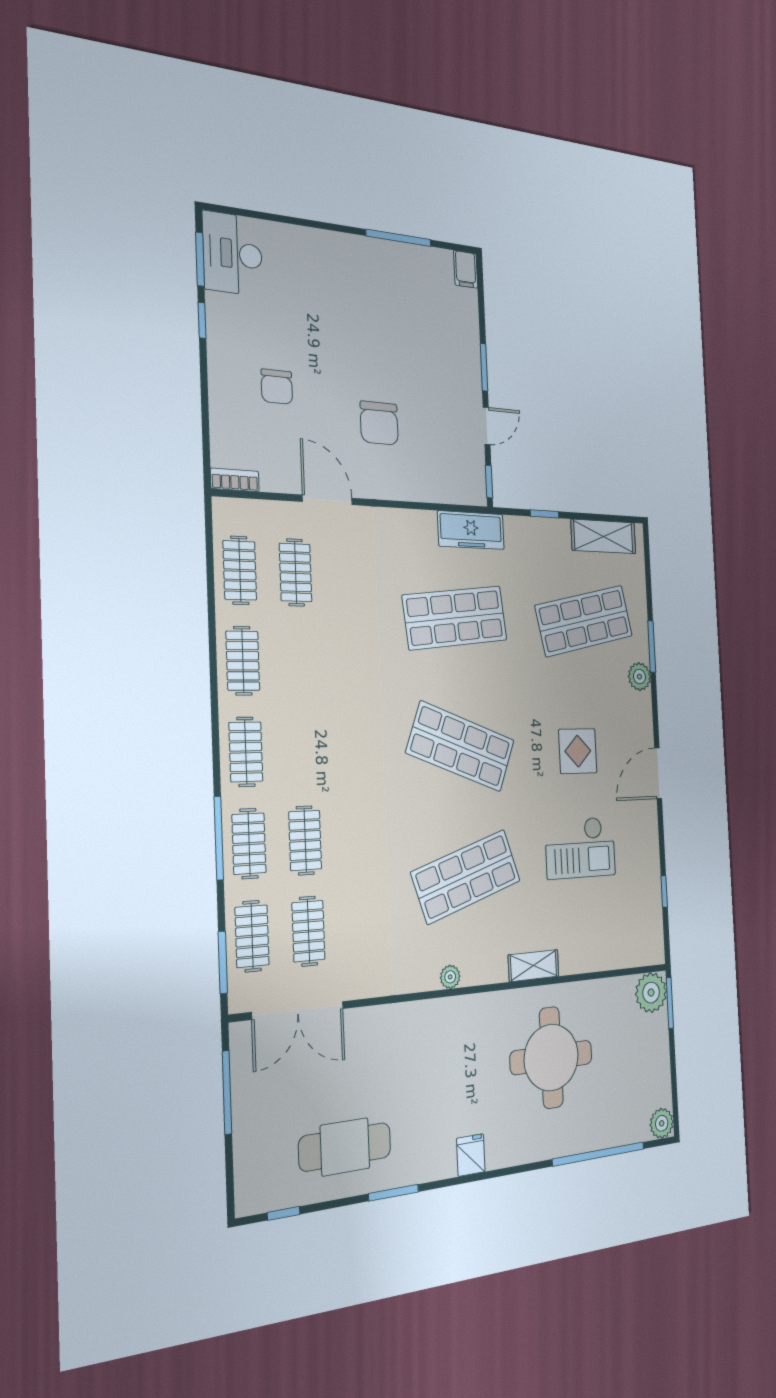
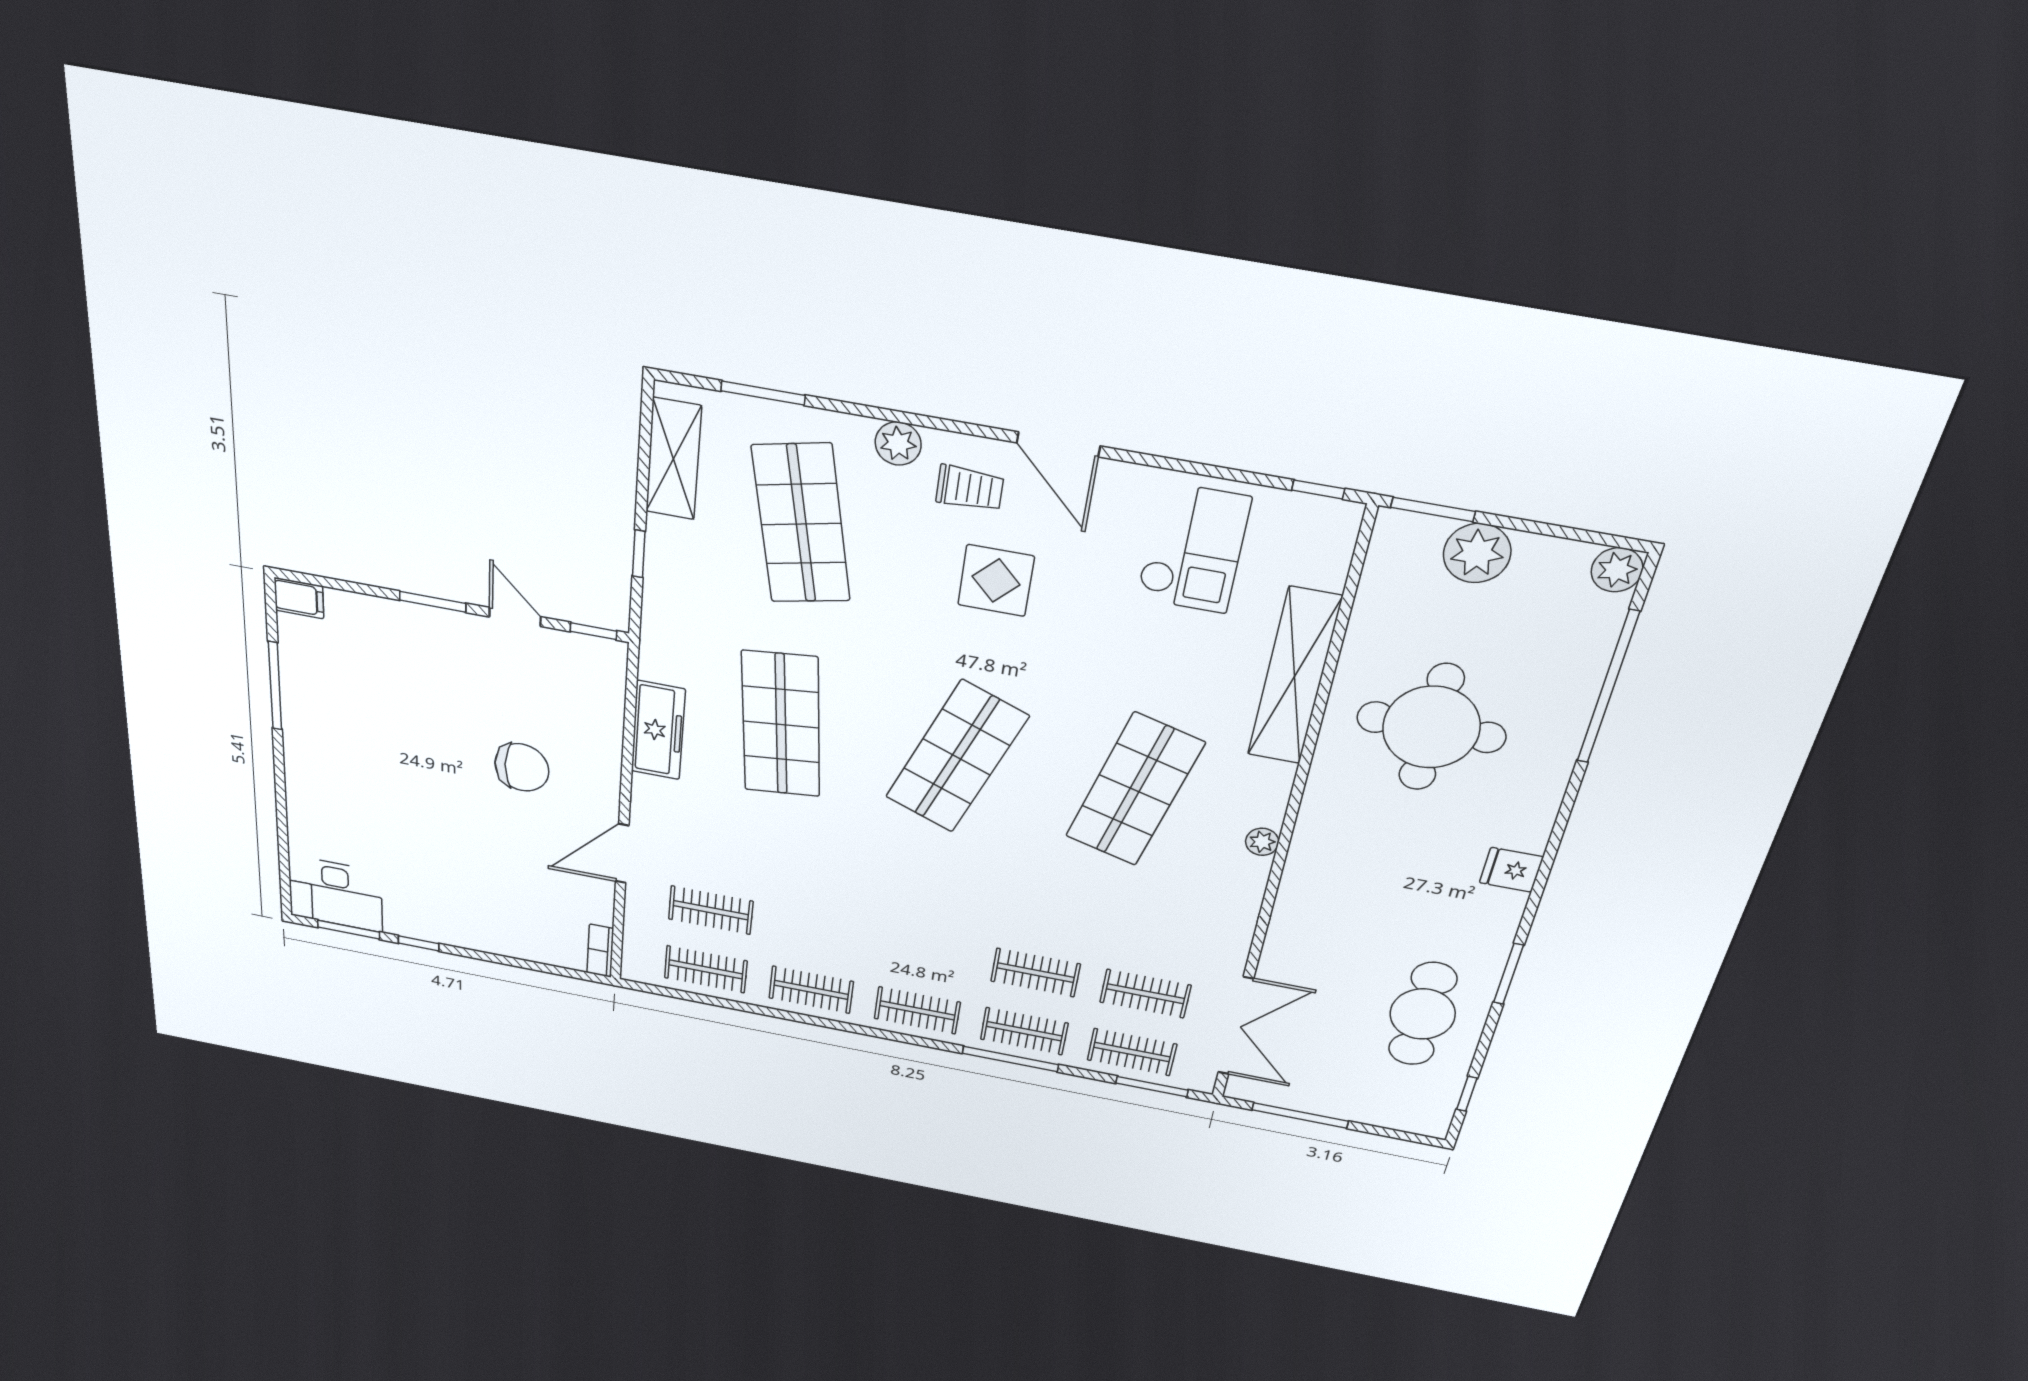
chair: (277, 387) -> (487, 881), removed
freezer: (471, 530) -> (658, 730), moved
window: (652, 646) -> (763, 393), moved
trolley: (625, 724) -> (970, 488), added
checkout: (580, 848) -> (1193, 548), moved
shop shelf: (466, 877) -> (1135, 790), turned 33
window: (664, 891) -> (1318, 489), moved
shelving: (534, 966) -> (1294, 677), width x2.20, depth x1.33
plant: (651, 993) -> (1477, 553), moved

